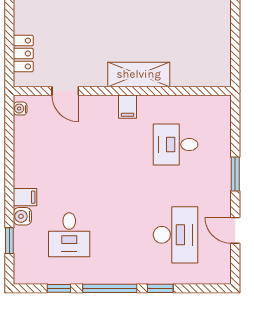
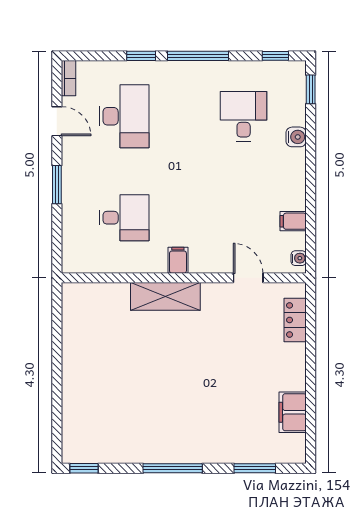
filing cabinet: (25, 197) -> (293, 221), moved
desk: (176, 235) -> (124, 116), turned 180
window: (9, 241) -> (311, 89), moved
bookcase: (225, 269) -> (69, 78), added
window: (59, 288) -> (275, 56), moved

